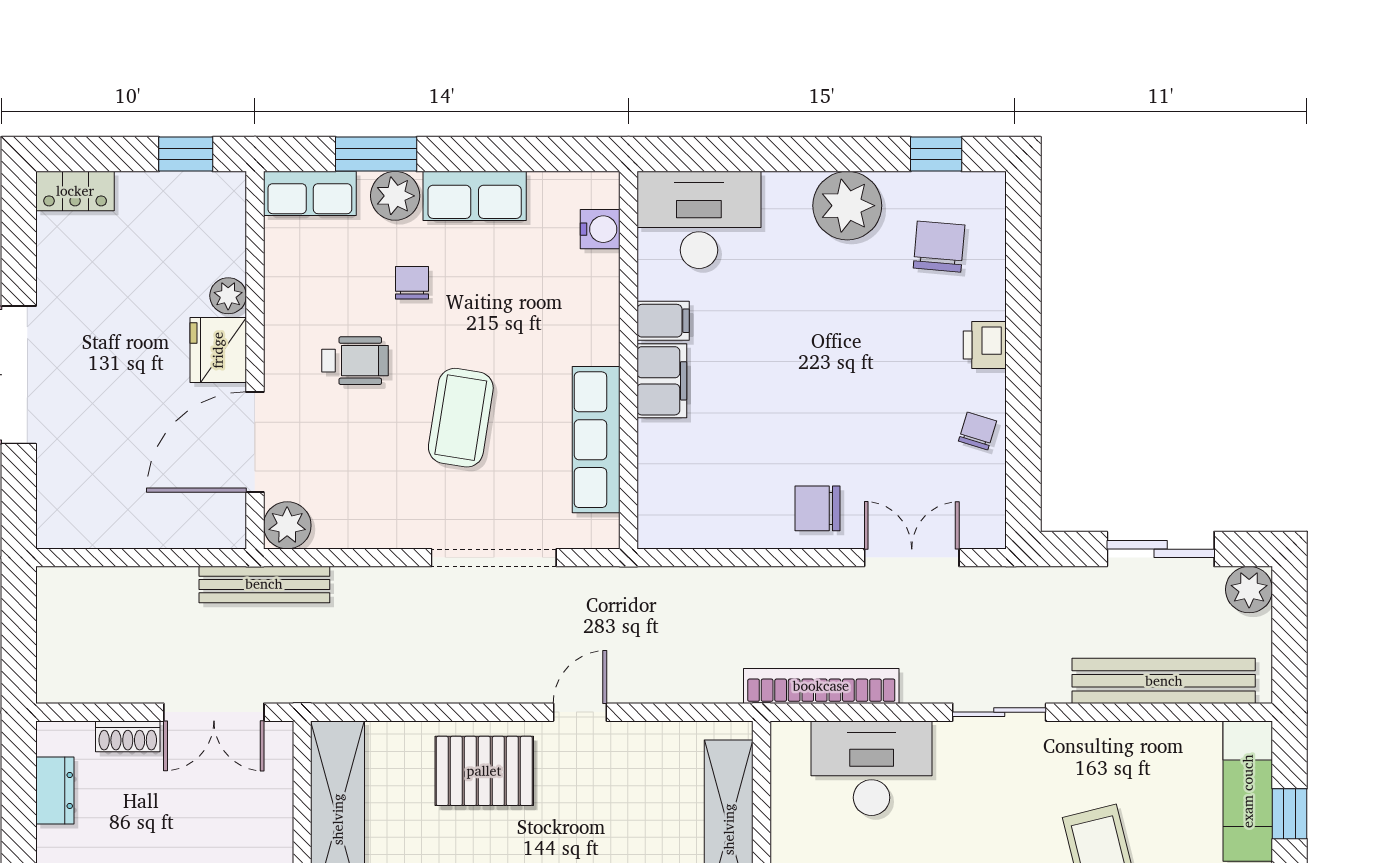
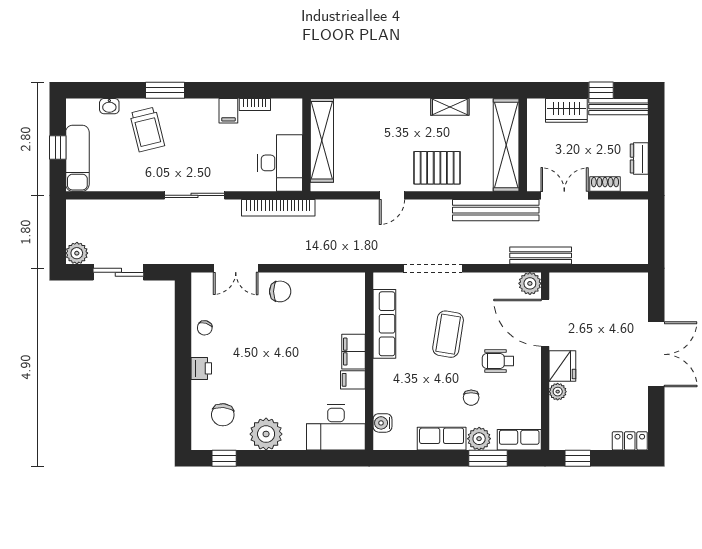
door: (255, 442) -> (545, 323), swing flipped
bench: (1164, 681) -> (496, 210), moved
sliding door: (999, 712) -> (194, 195), width x1.37
desk: (872, 768) -> (280, 163), moved, turned -90

